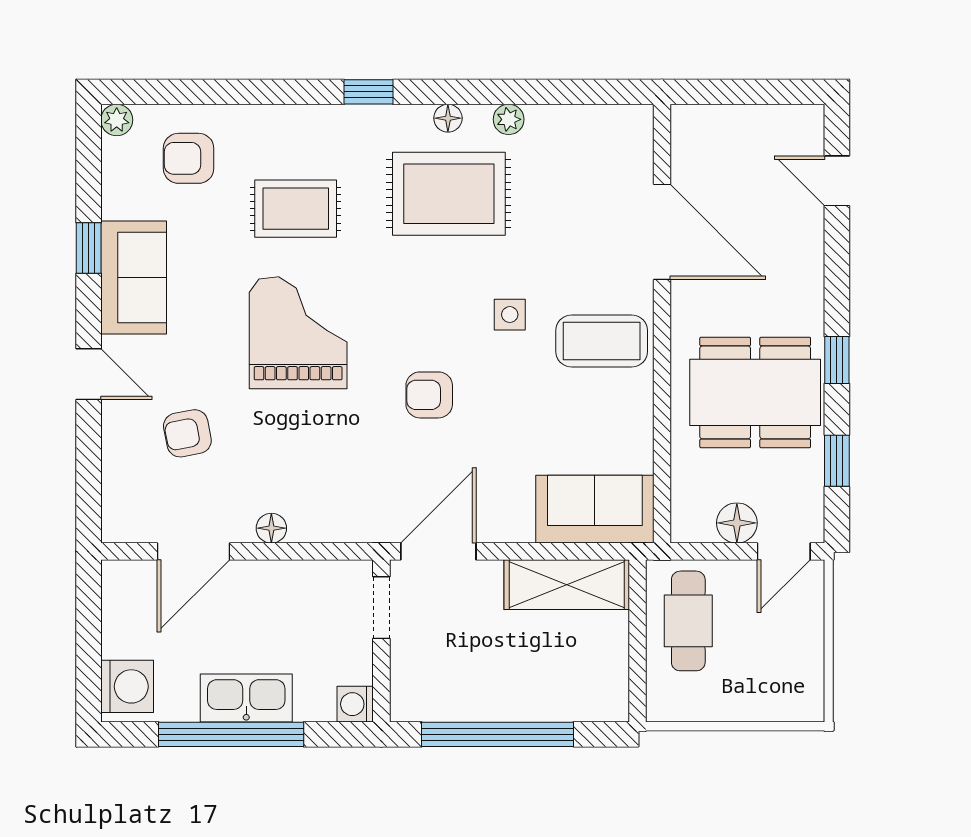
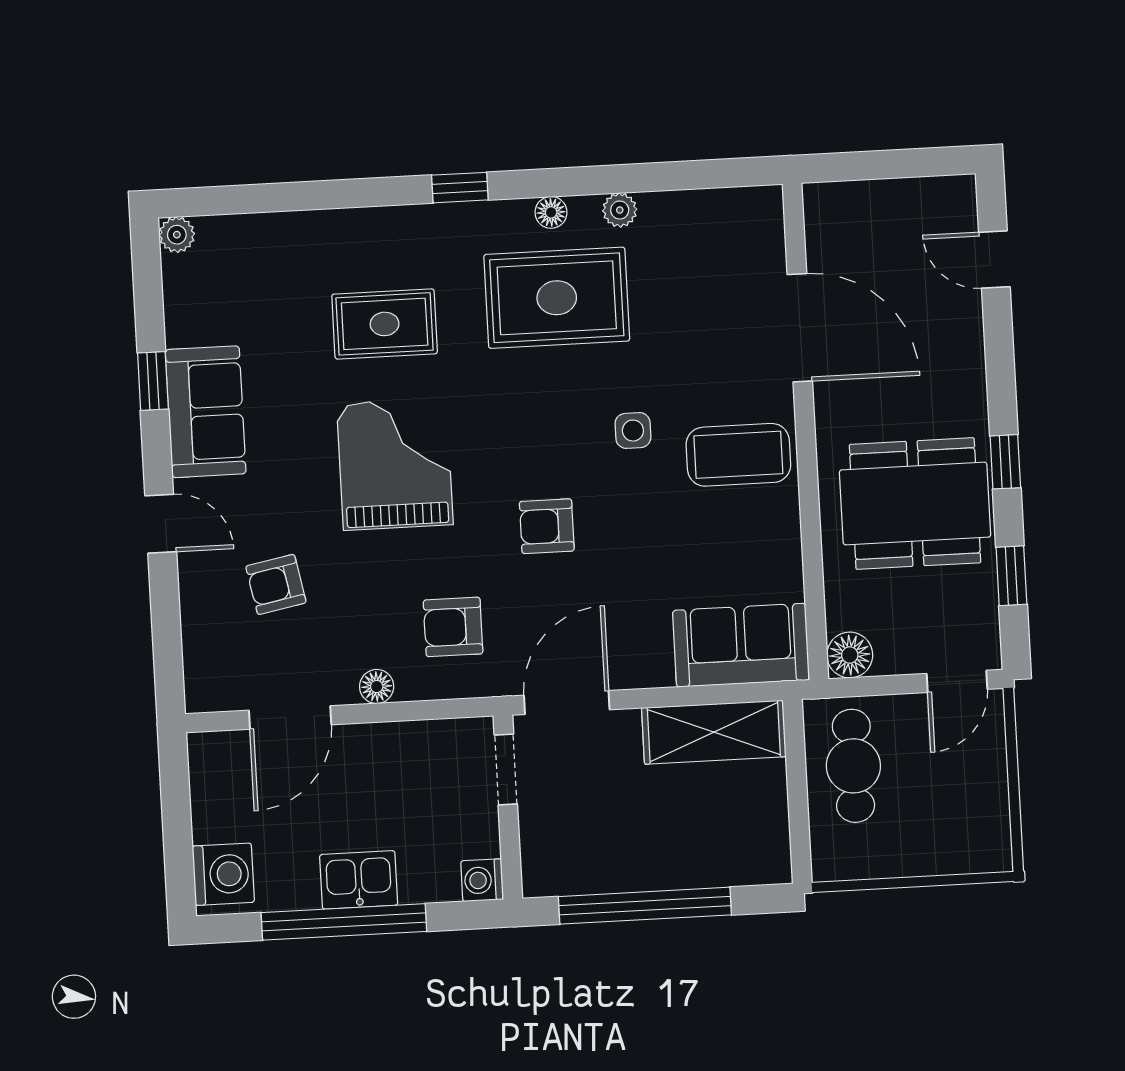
armchair: (189, 158) -> (453, 627), moved
floor lamp: (737, 523) -> (850, 655), moved
kitchen sink: (246, 698) -> (359, 880), width x0.73

